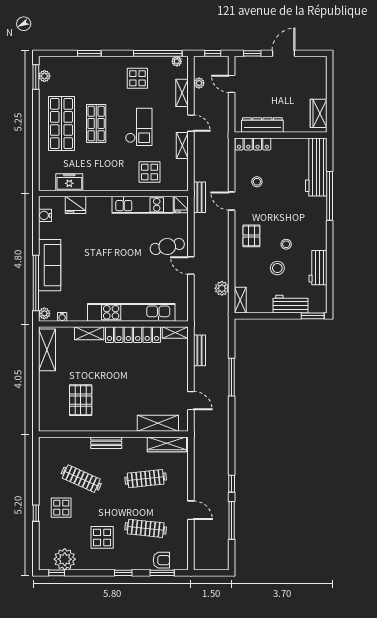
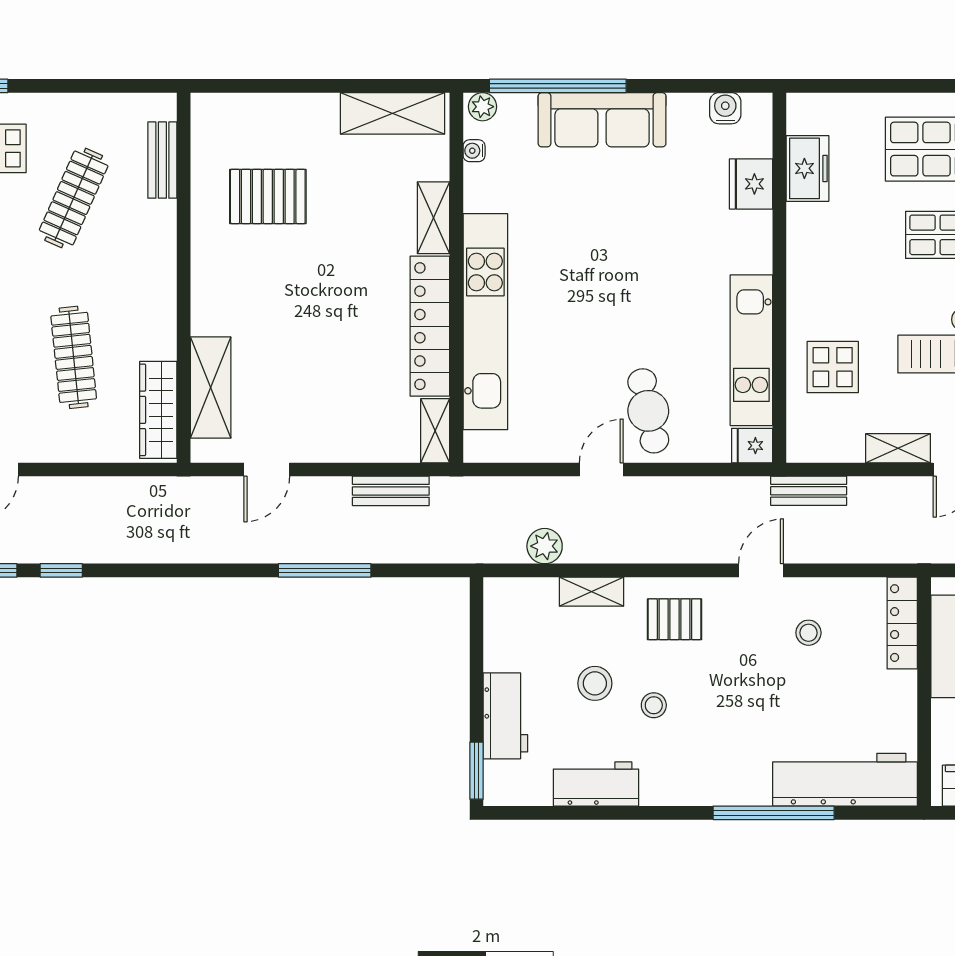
bench: (200, 197) -> (809, 491), moved
shelving: (240, 300) -> (592, 592), moved
bench: (106, 443) -> (162, 160), moved

